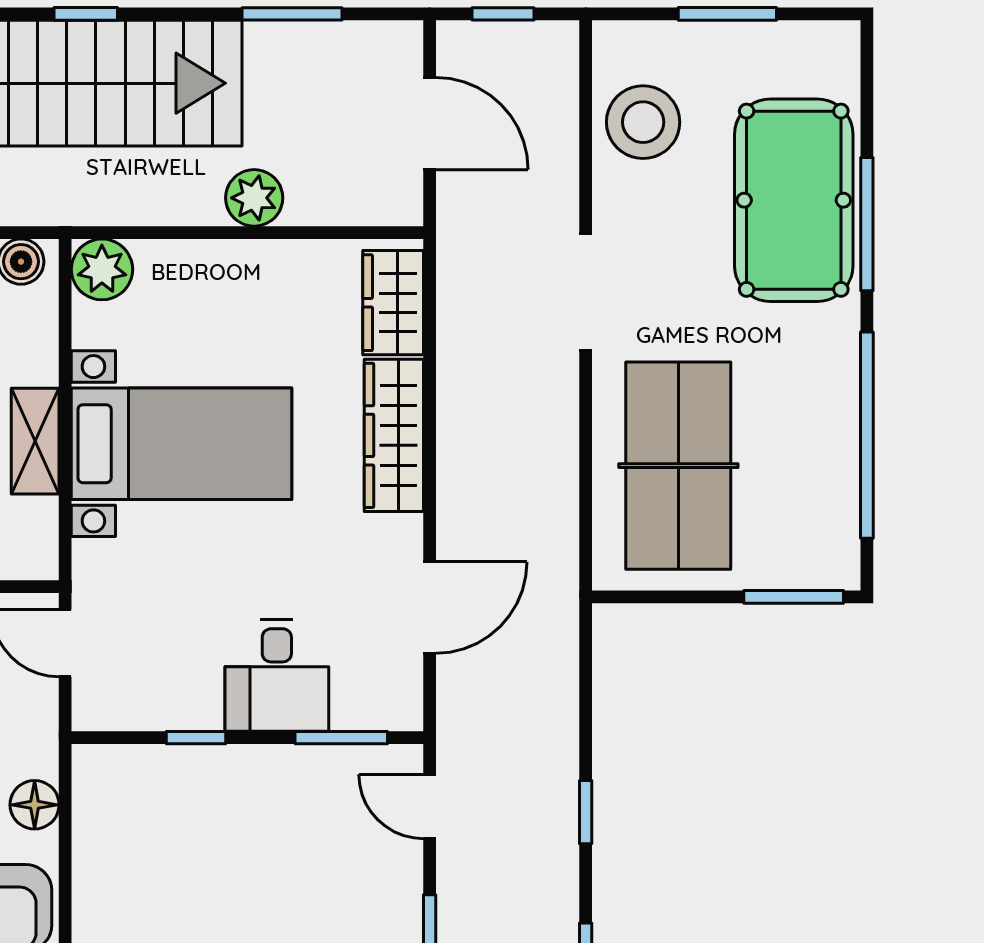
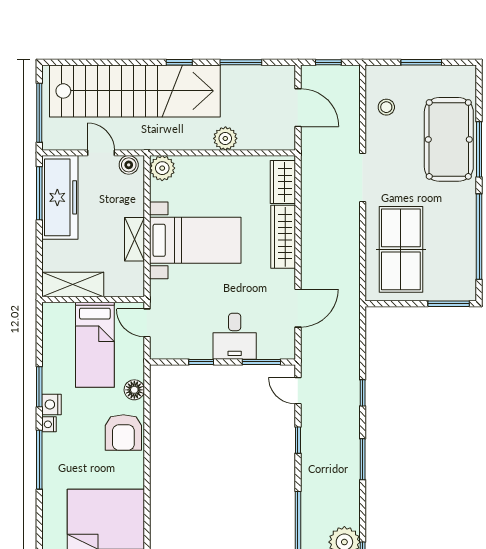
window: (86, 14) -> (179, 62), moved
stool: (643, 122) -> (386, 107), width x0.53, depth x0.53

